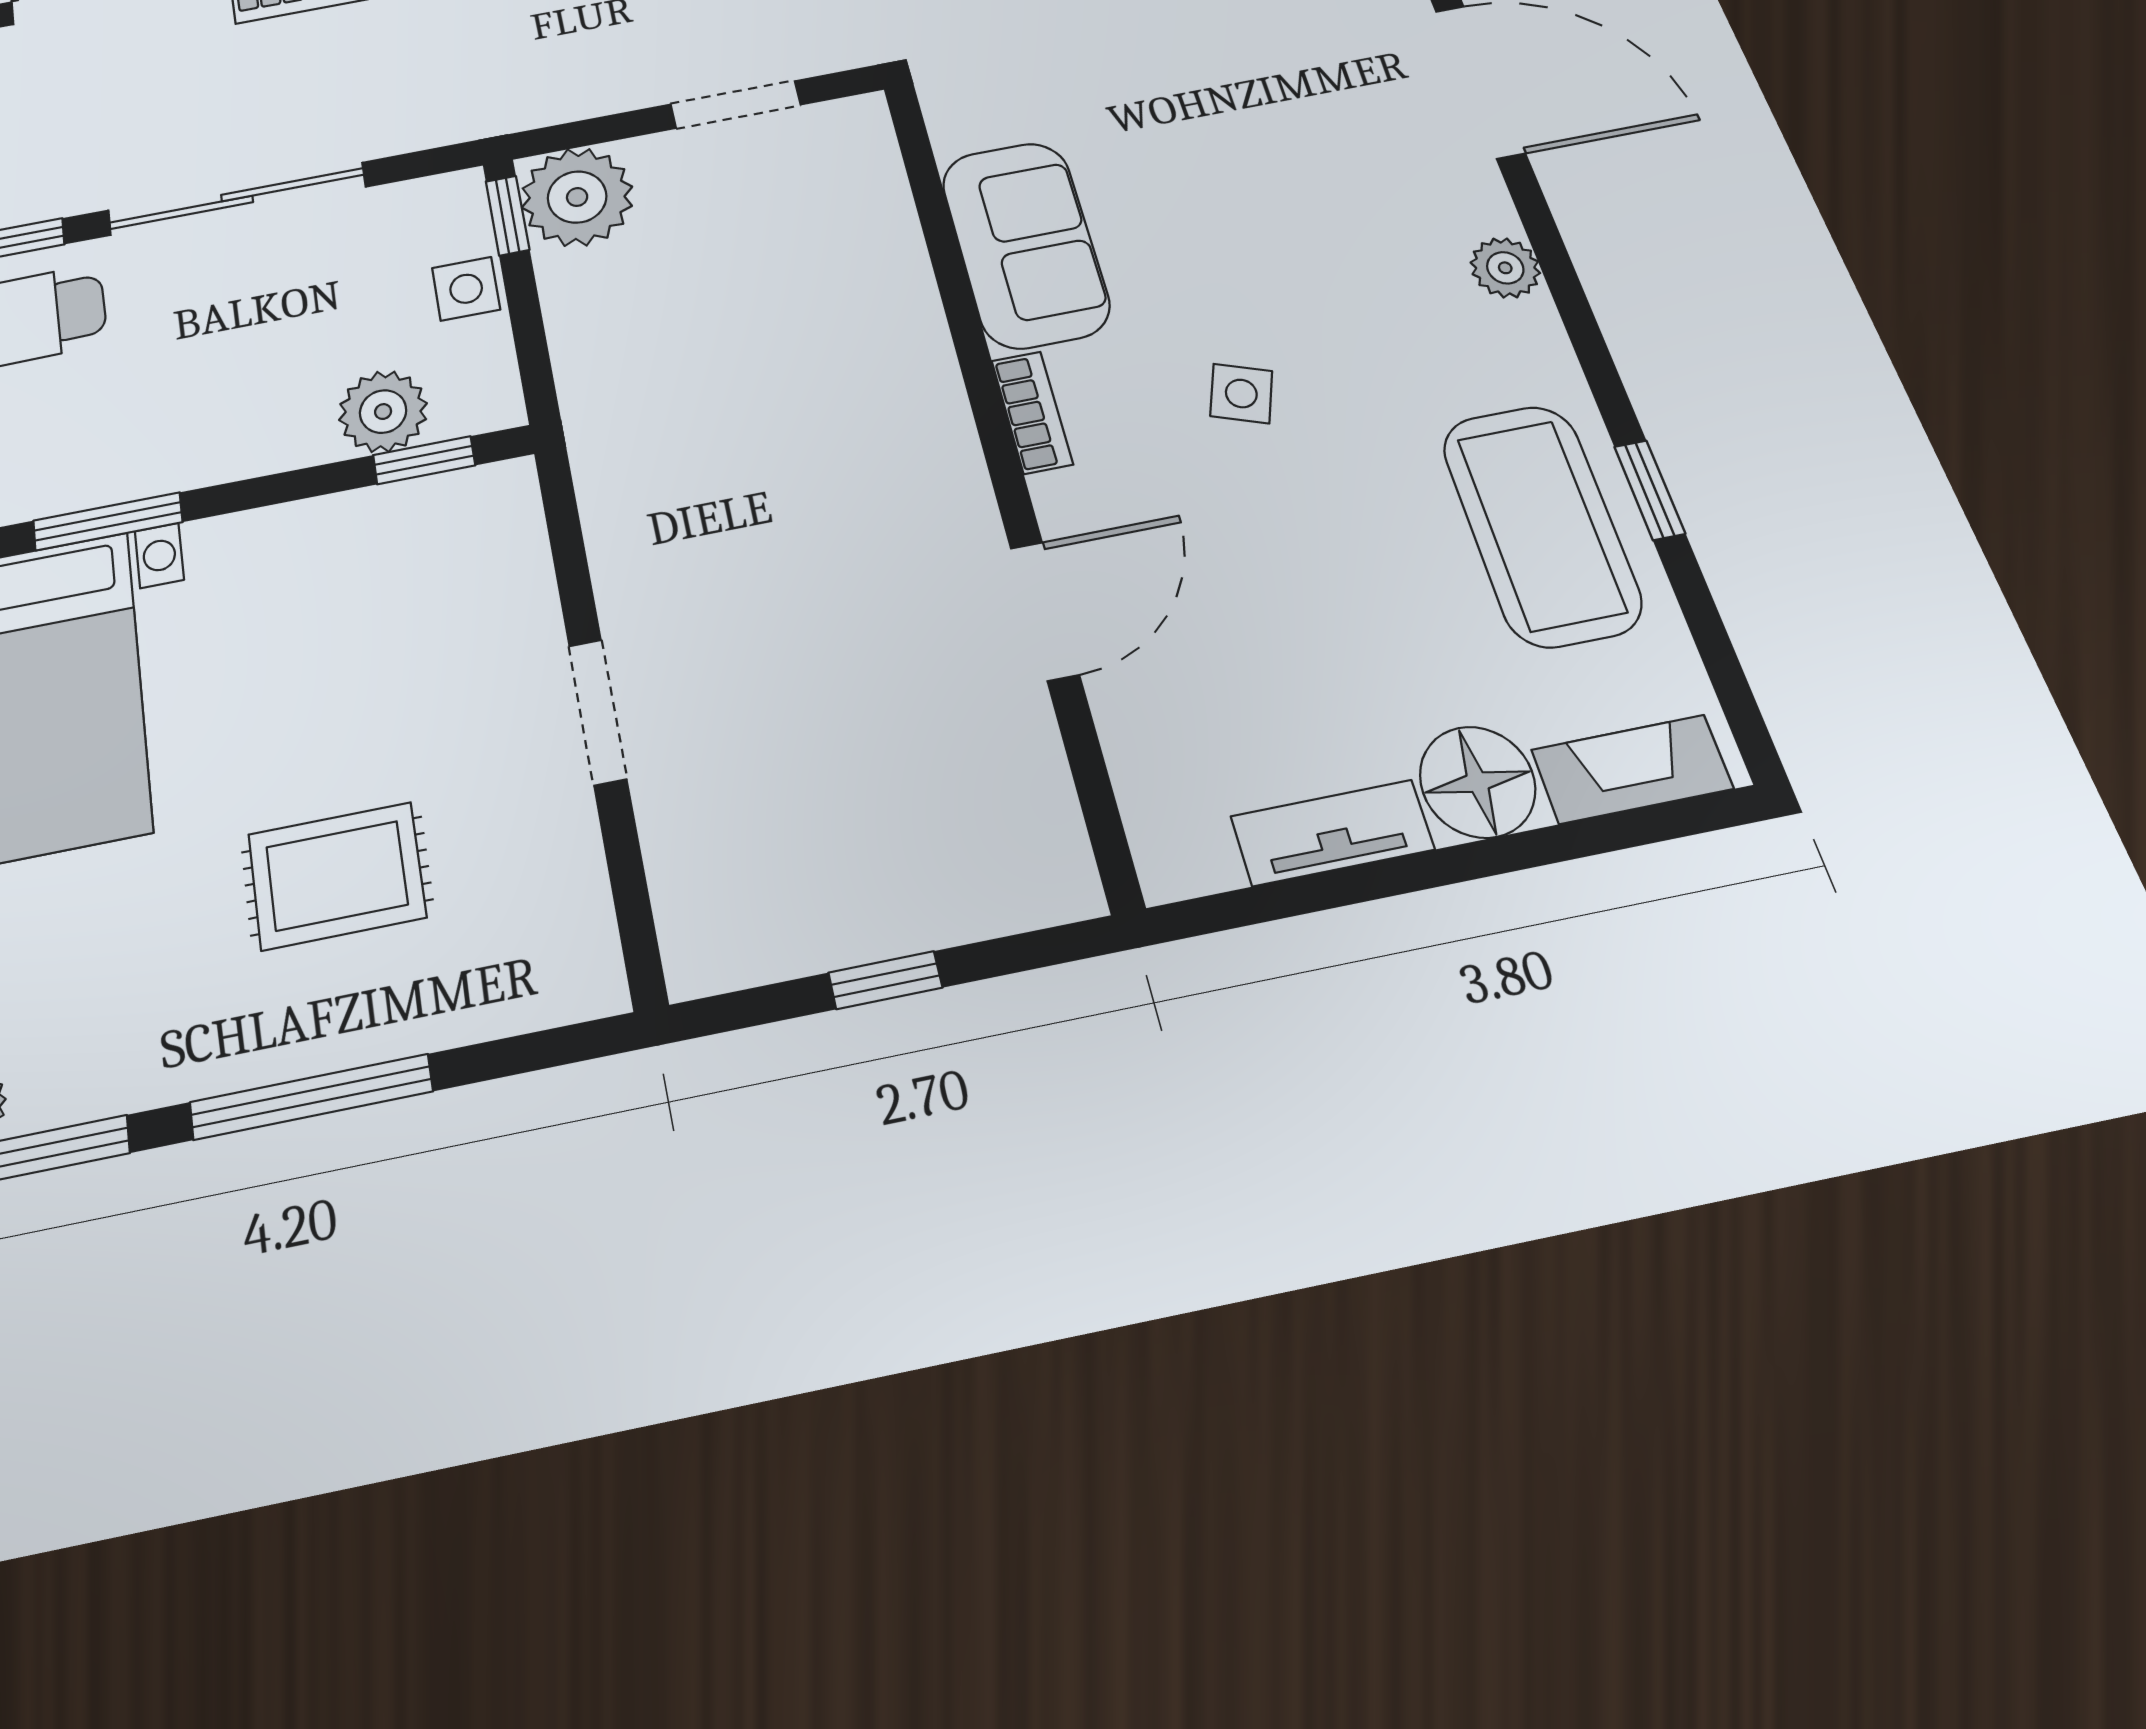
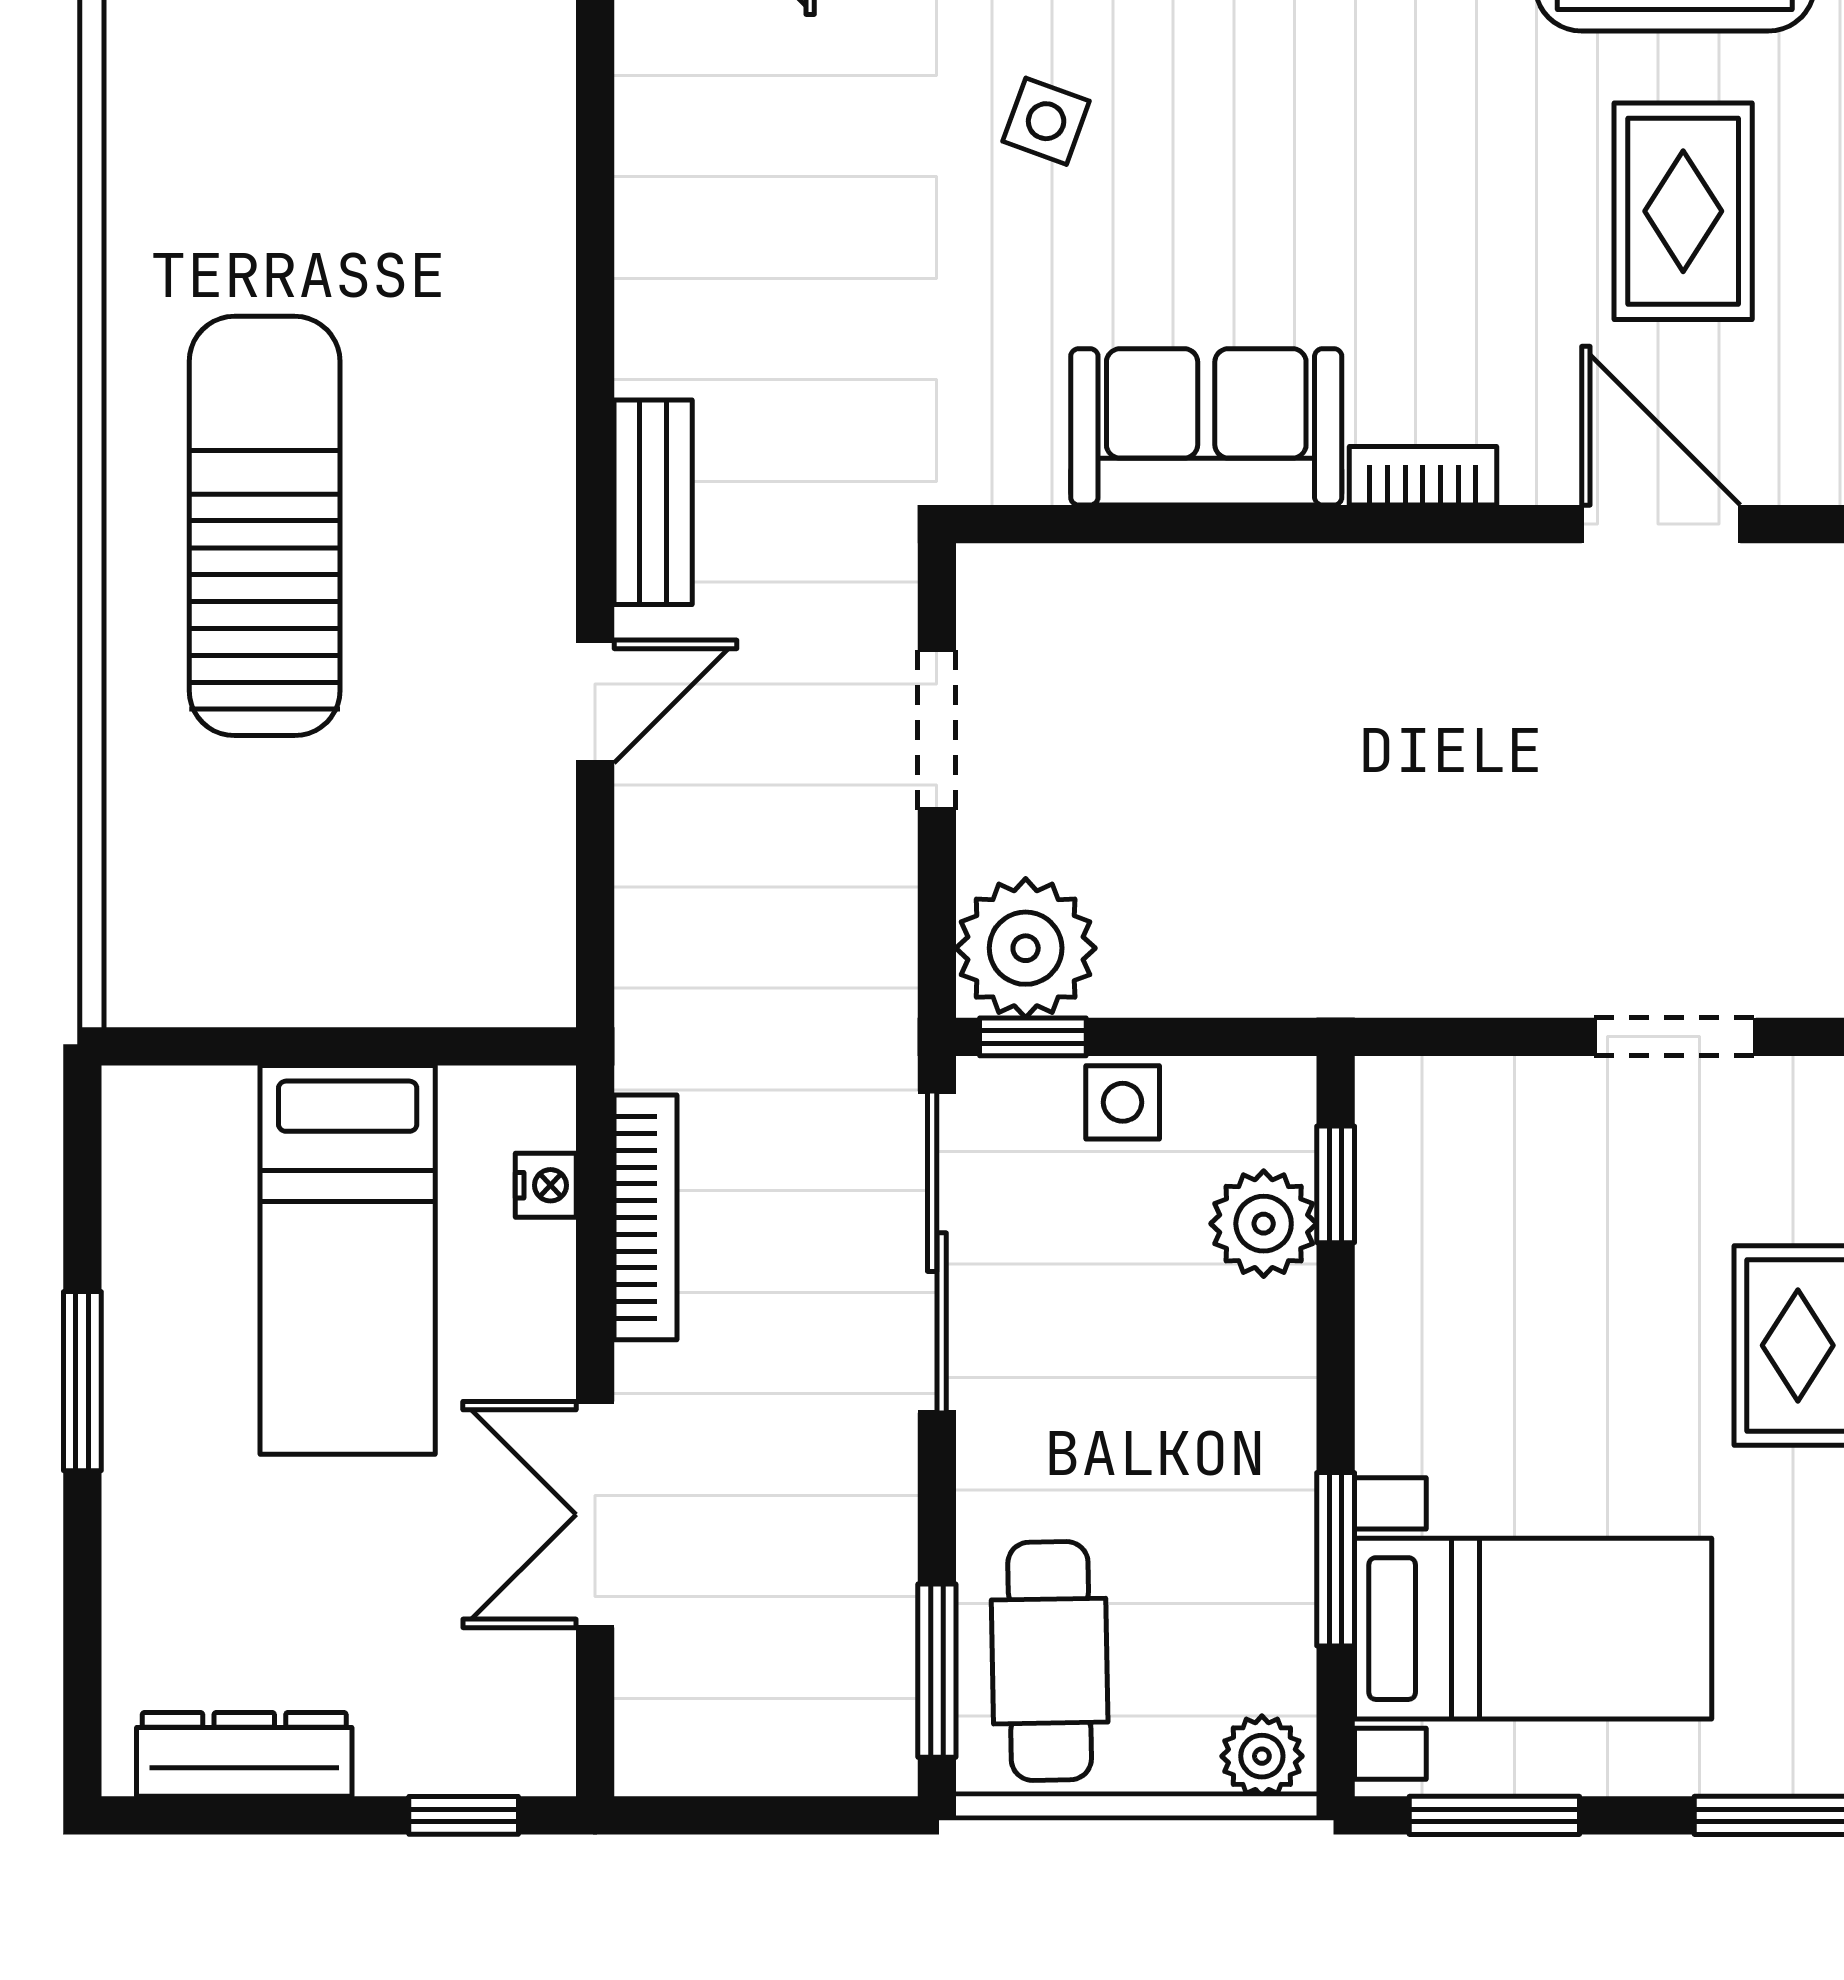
sliding door: (237, 199) -> (937, 1252), moved
side table: (1241, 393) -> (1046, 121), moved
rug: (1322, 576) -> (1683, 211), added

